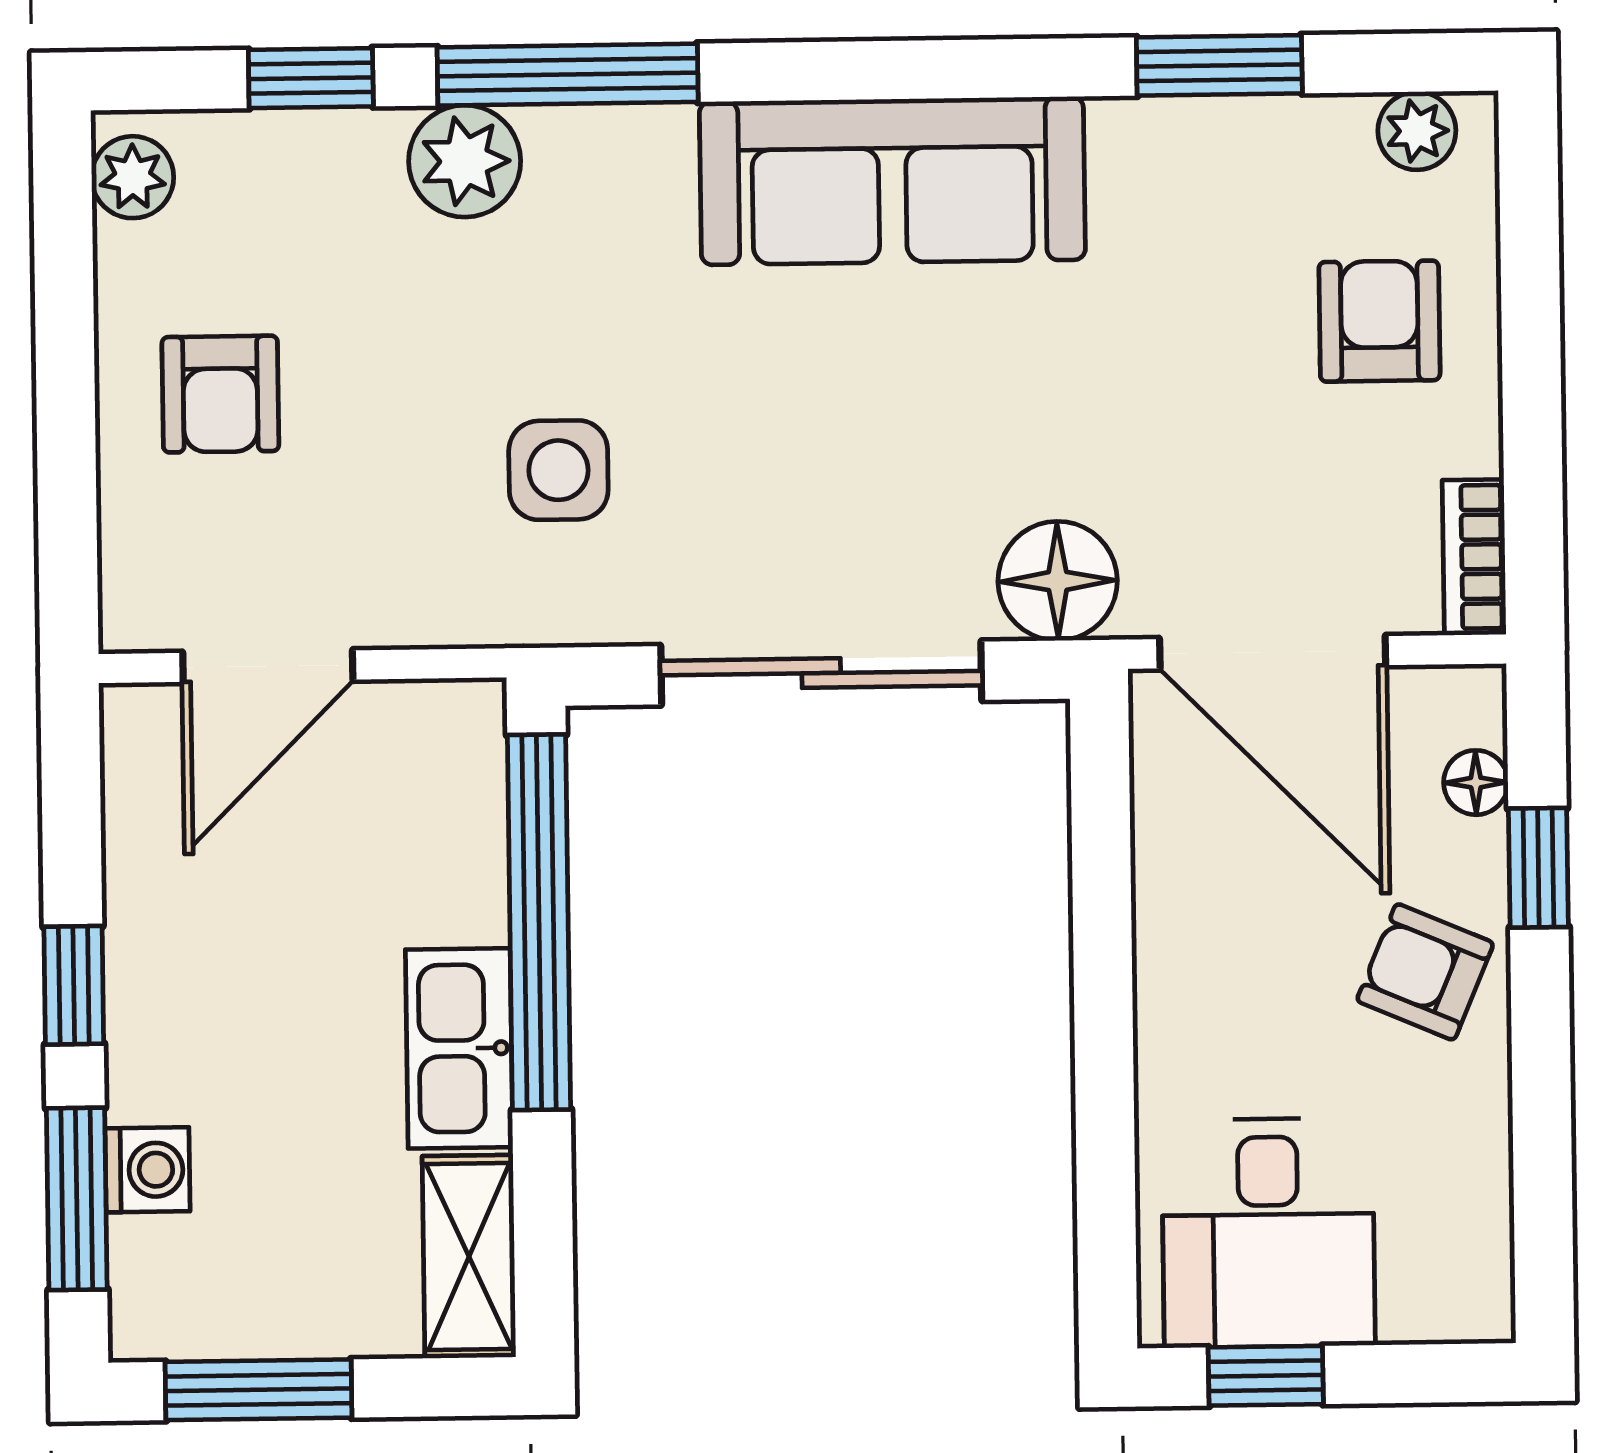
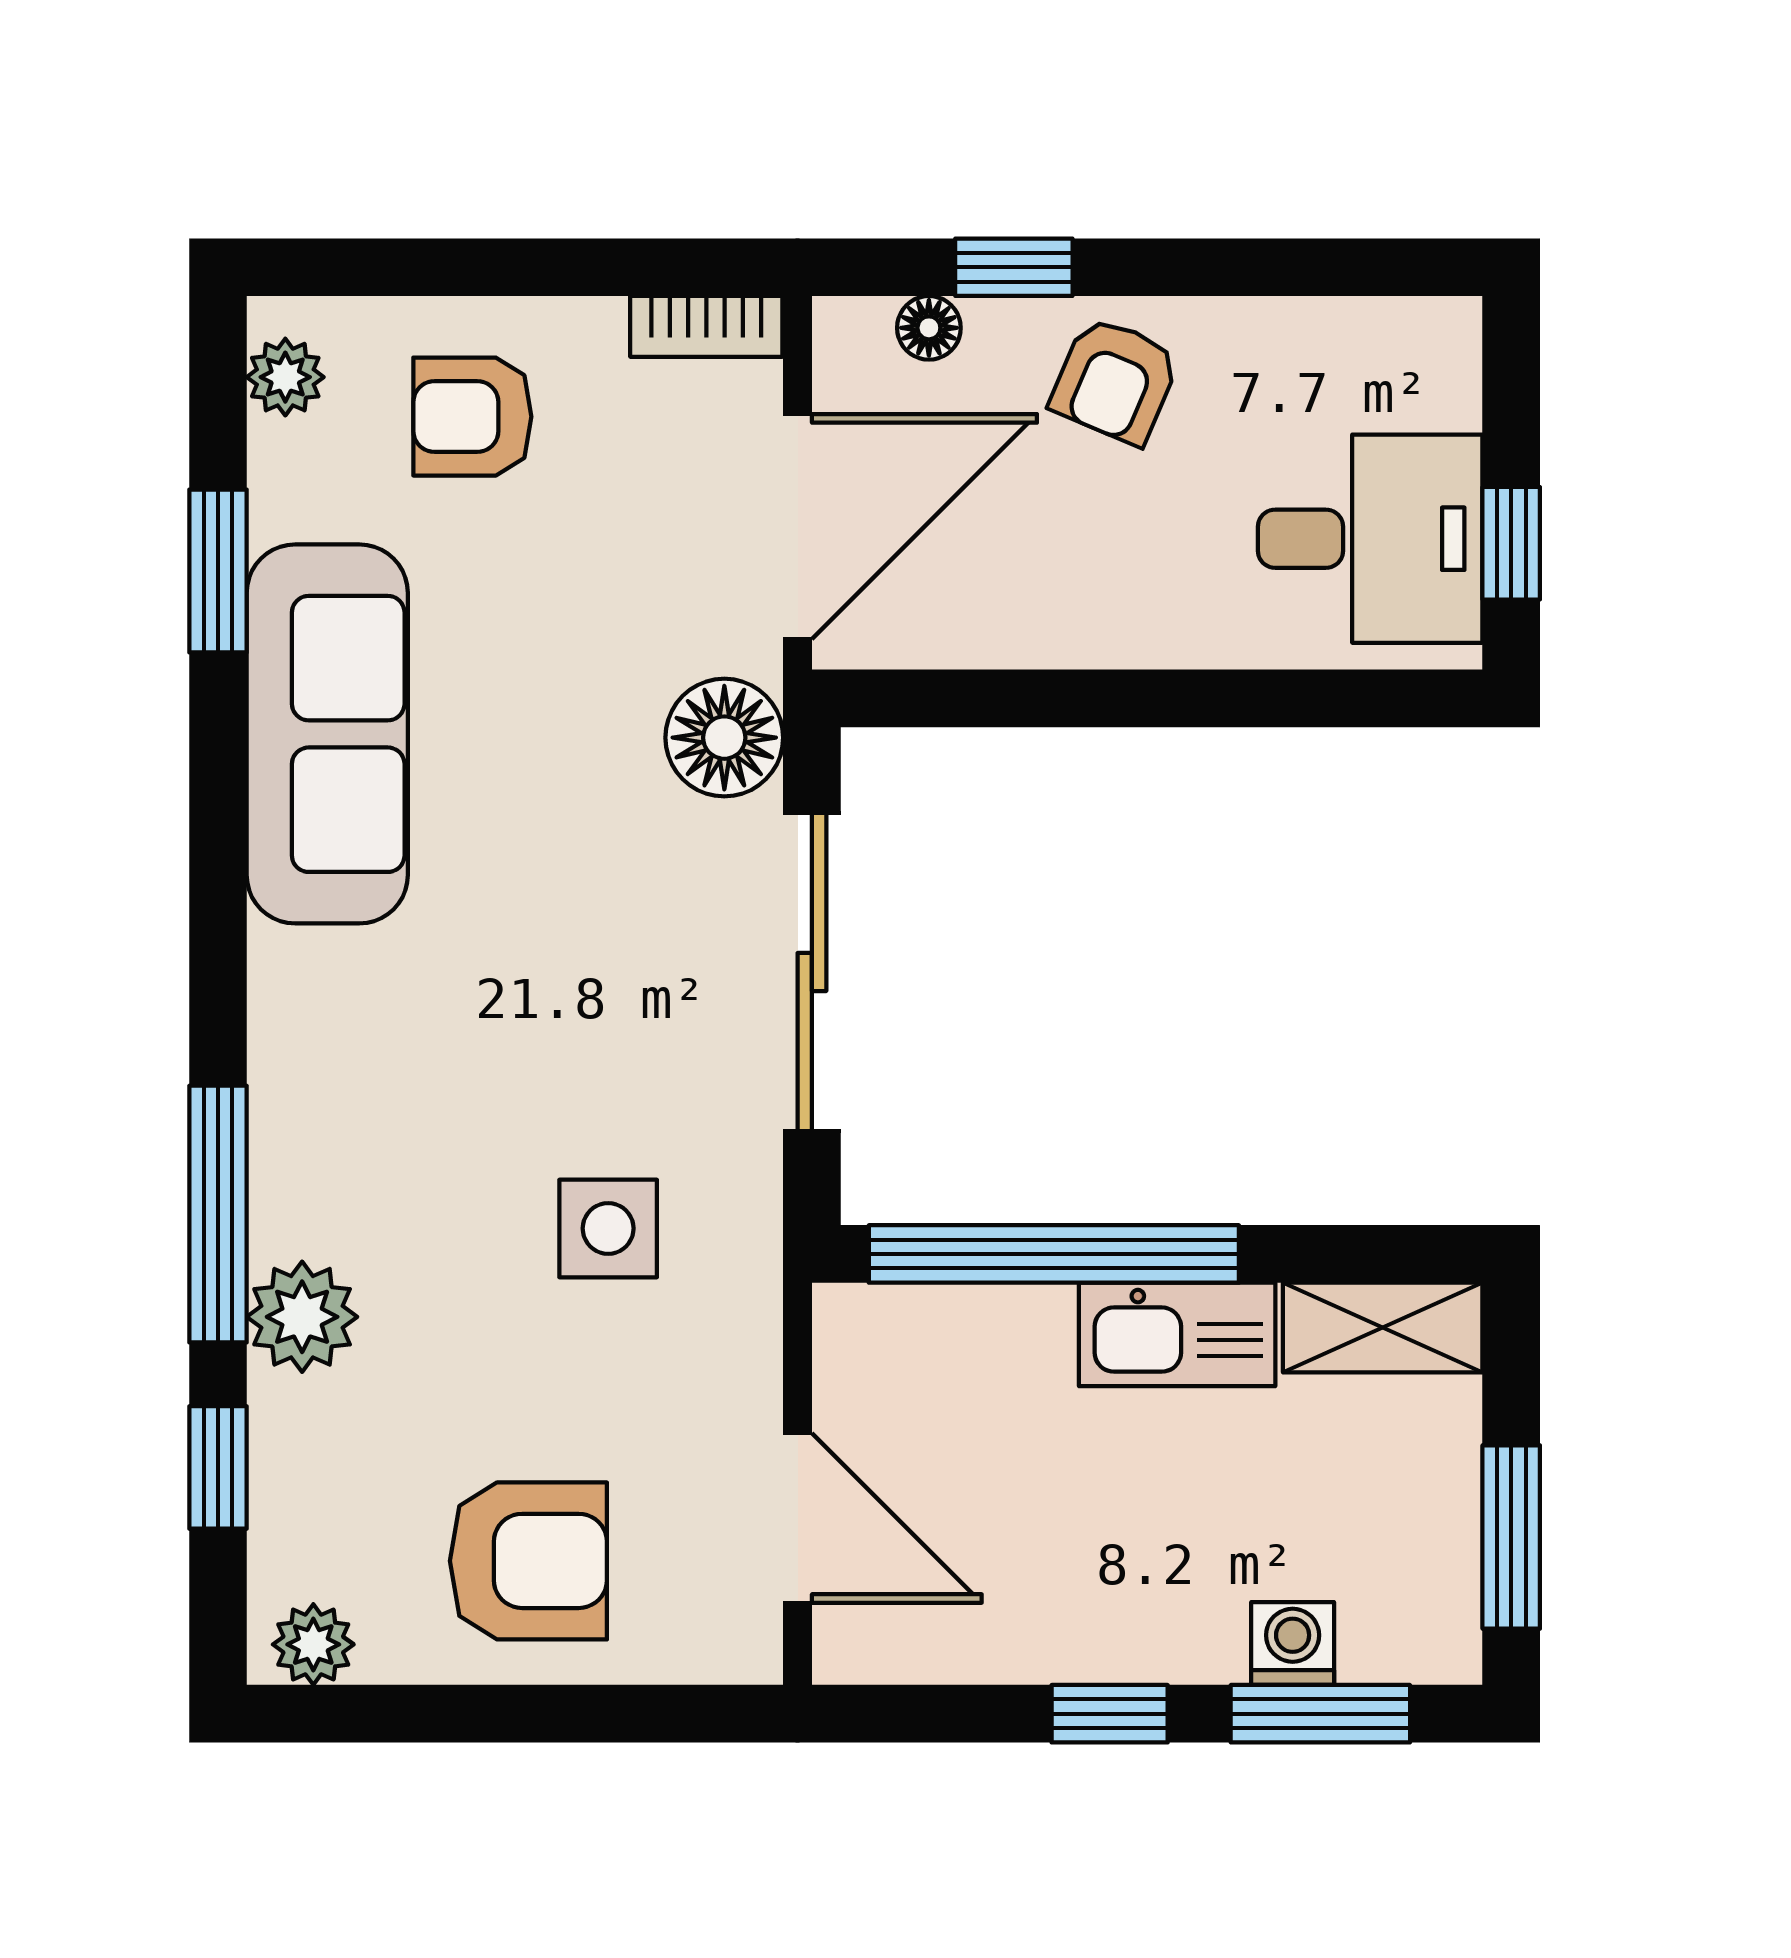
sofa: (892, 181) -> (327, 734), moved
armchair: (220, 394) -> (528, 1561), width x1.38, depth x1.38

